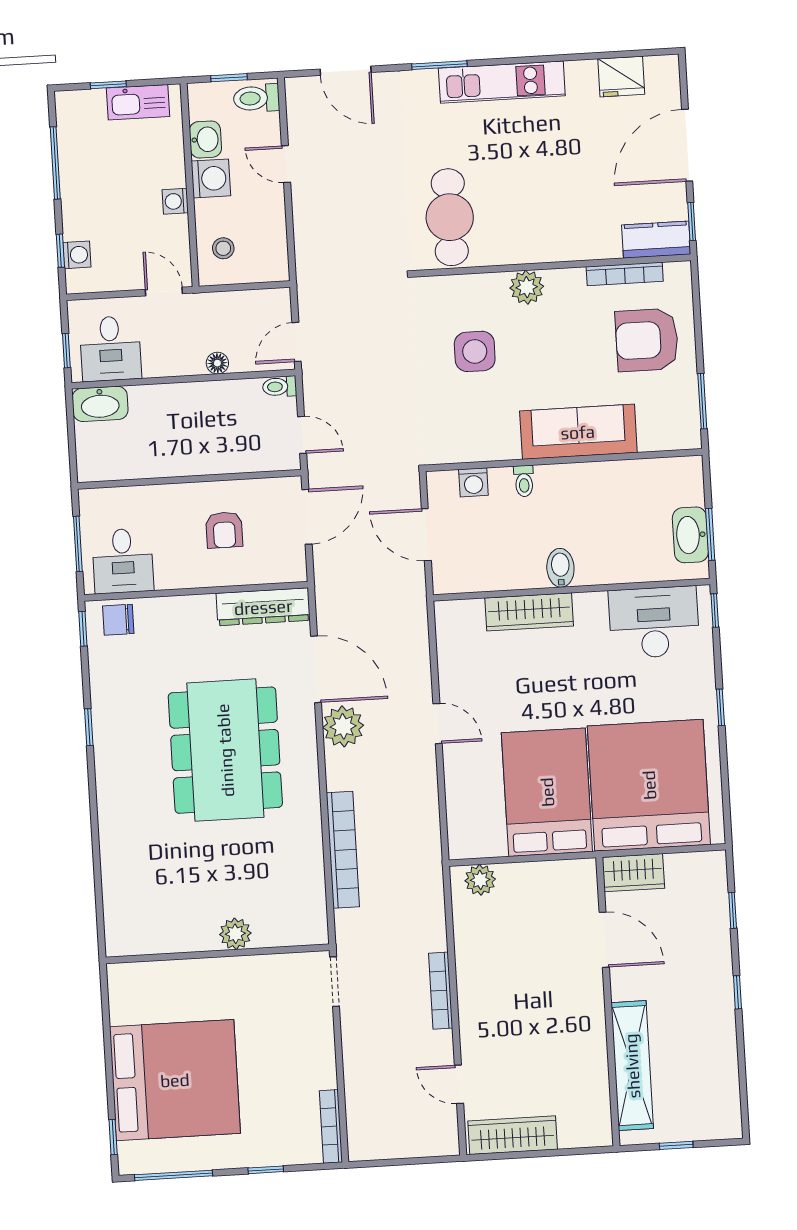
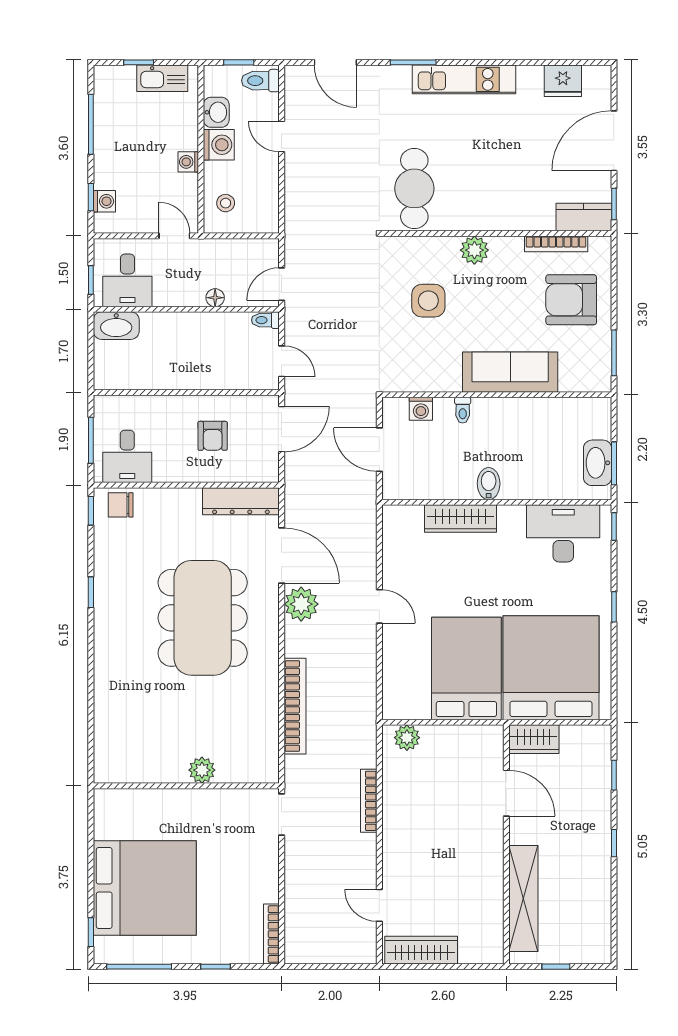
bookcase: (441, 991) -> (369, 801), moved

